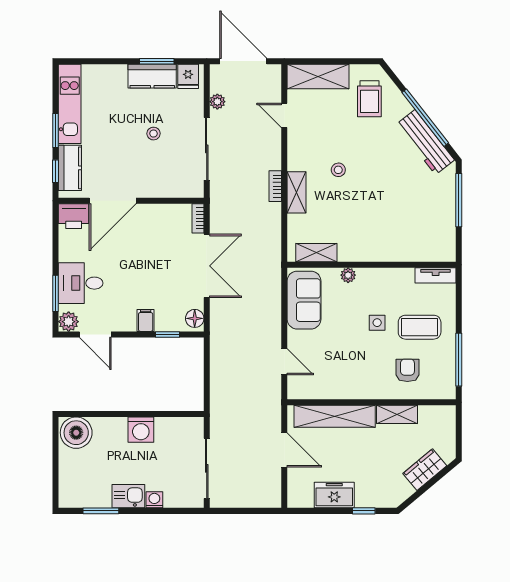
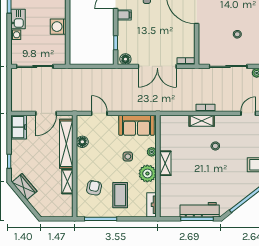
workbench: (425, 142) -> (200, 210), moved, turned 38
shelving: (316, 253) -> (165, 163), moved
plant: (384, 282) -> (147, 174), added
filing cabinet: (146, 320) -> (124, 15), moved
side table: (377, 323) -> (128, 157), moved
door: (284, 362) -> (99, 113), swing flipped
armchair: (407, 370) -> (94, 188), turned -79
floor lamp: (331, 390) -> (82, 142), added
wardrobe: (425, 470) -> (24, 187), moved
freezer: (334, 495) -> (19, 127), moved

